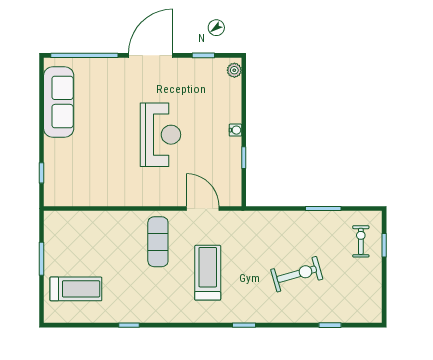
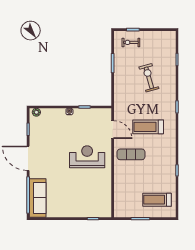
sofa: (59, 102) -> (38, 198), moved, turned 90
reception desk: (161, 135) -> (87, 157), moved
door: (203, 208) -> (113, 130), swing flipped
treadmill: (76, 289) -> (157, 200), turned -90

